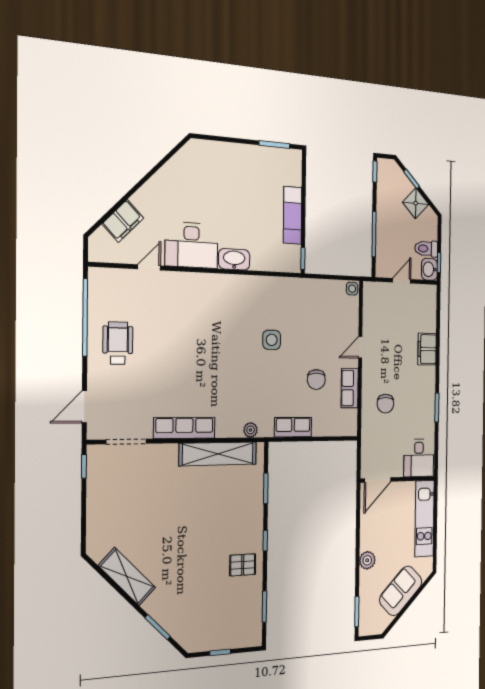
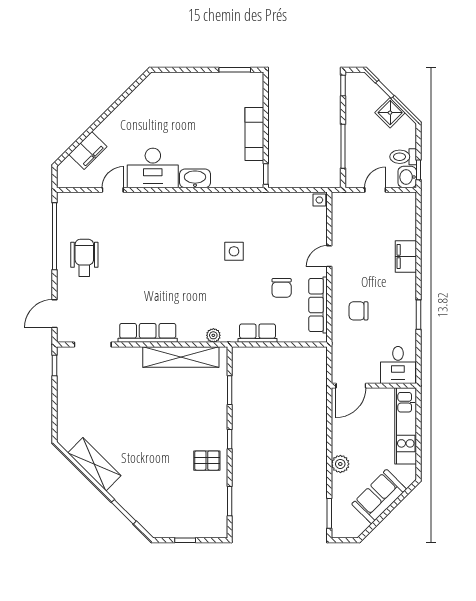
row of seats: (350, 388) -> (318, 305), width x1.48
chair: (385, 404) -> (358, 311), turned 90

